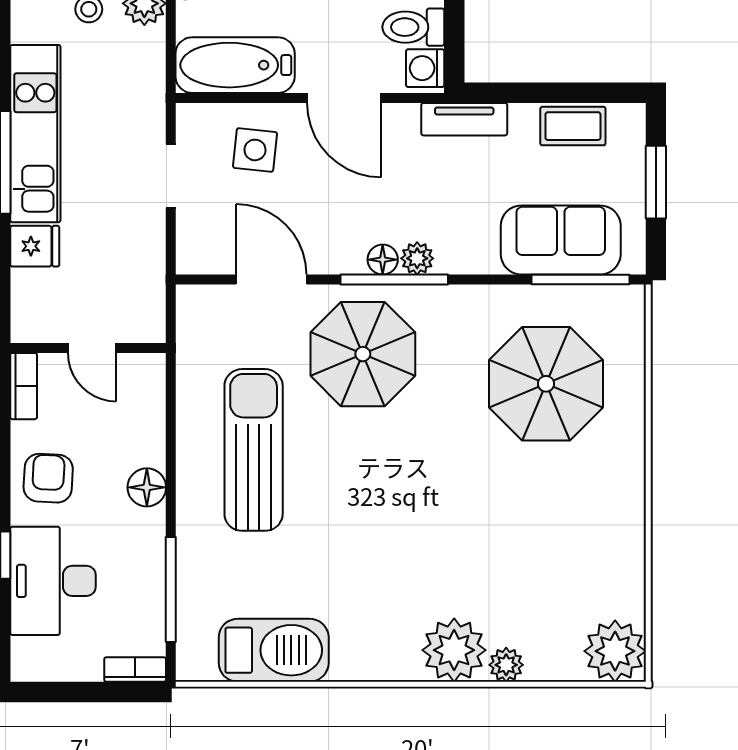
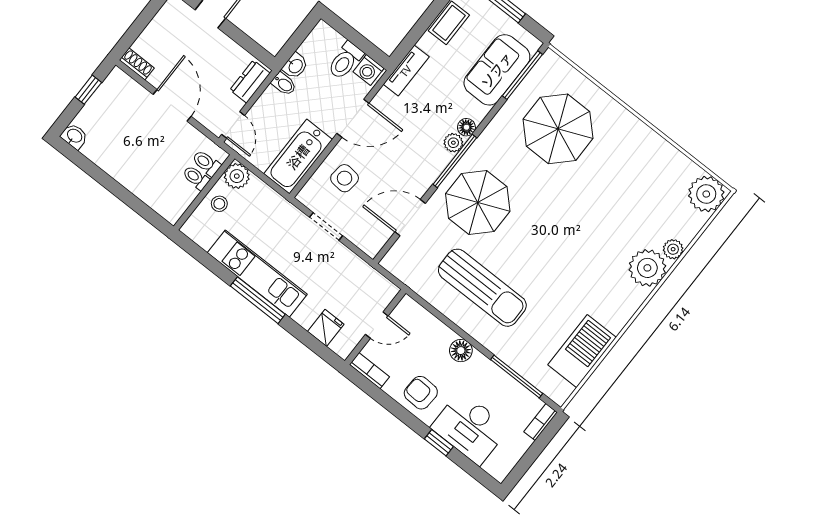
fridge: (35, 246) -> (326, 328), moved
floor lamp: (383, 260) -> (466, 127), moved
sun lounger: (254, 450) -> (482, 288), turned 180

